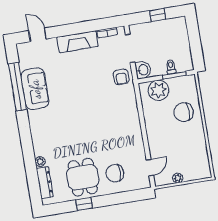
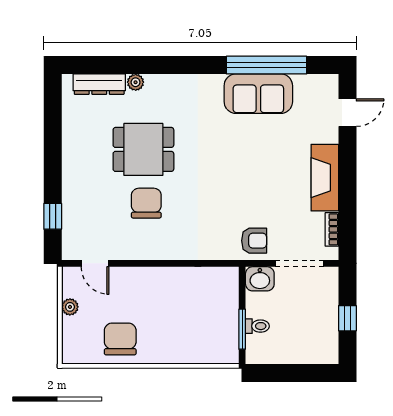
armchair: (121, 77) -> (254, 241), turned 180
plant: (158, 90) -> (222, 299), removed
chair: (184, 112) -> (120, 339), moved
chair: (115, 173) -> (146, 203), moved
dining table: (83, 177) -> (143, 149), moved
window: (84, 204) -> (53, 216), moved

